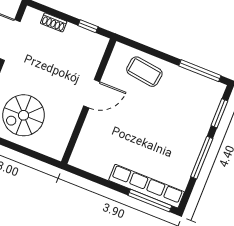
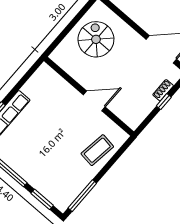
window: (88, 26) -> (164, 102), moved
door: (92, 94) -> (94, 101), swing flipped

